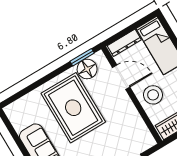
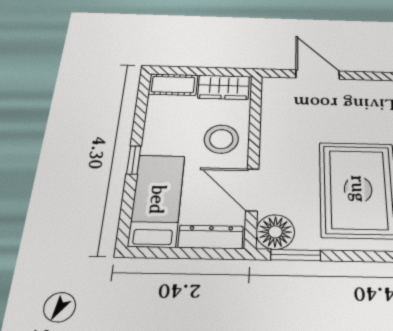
floor lamp: (87, 69) -> (275, 232), moved

